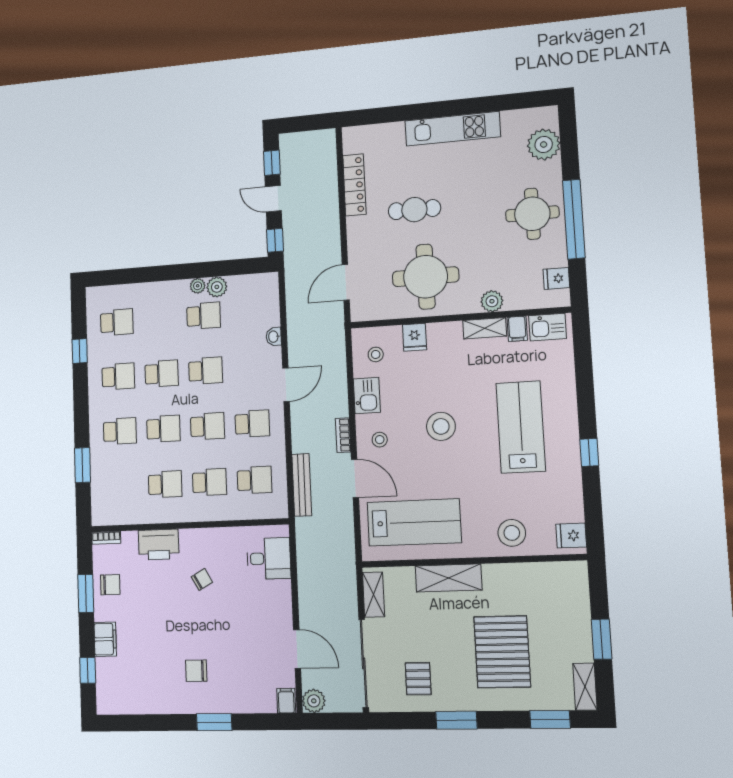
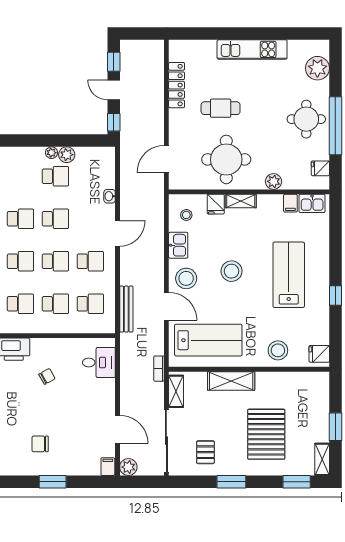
shelving: (485, 328) -> (241, 201), moved
bookcase: (343, 435) -> (159, 369), moved
stool: (380, 440) -> (186, 278), width x1.89, depth x1.89

